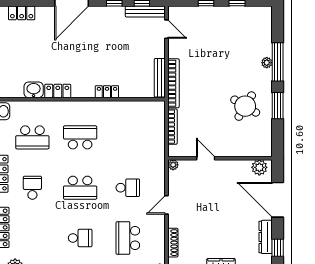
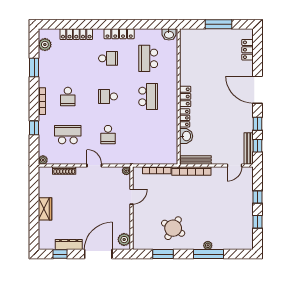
washbasin: (34, 90) -> (186, 136), moved
locker: (58, 91) -> (185, 96), moved
window: (278, 106) -> (163, 254), moved
school desk: (80, 188) -> (108, 96), width x0.54

